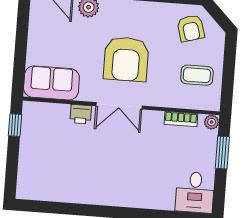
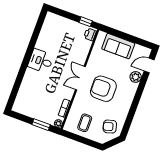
sofa: (51, 83) -> (118, 46), moved, turned 90
printer: (81, 114) -> (90, 34), moved
desk: (195, 192) -> (41, 61), moved

